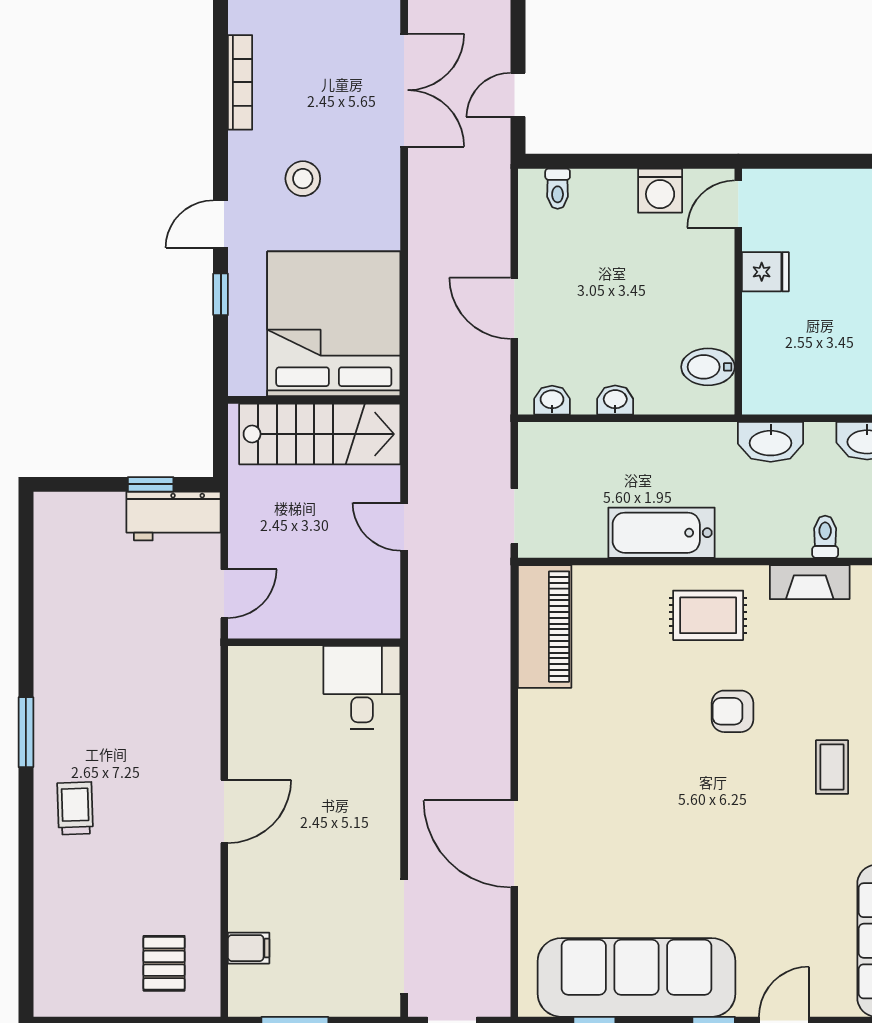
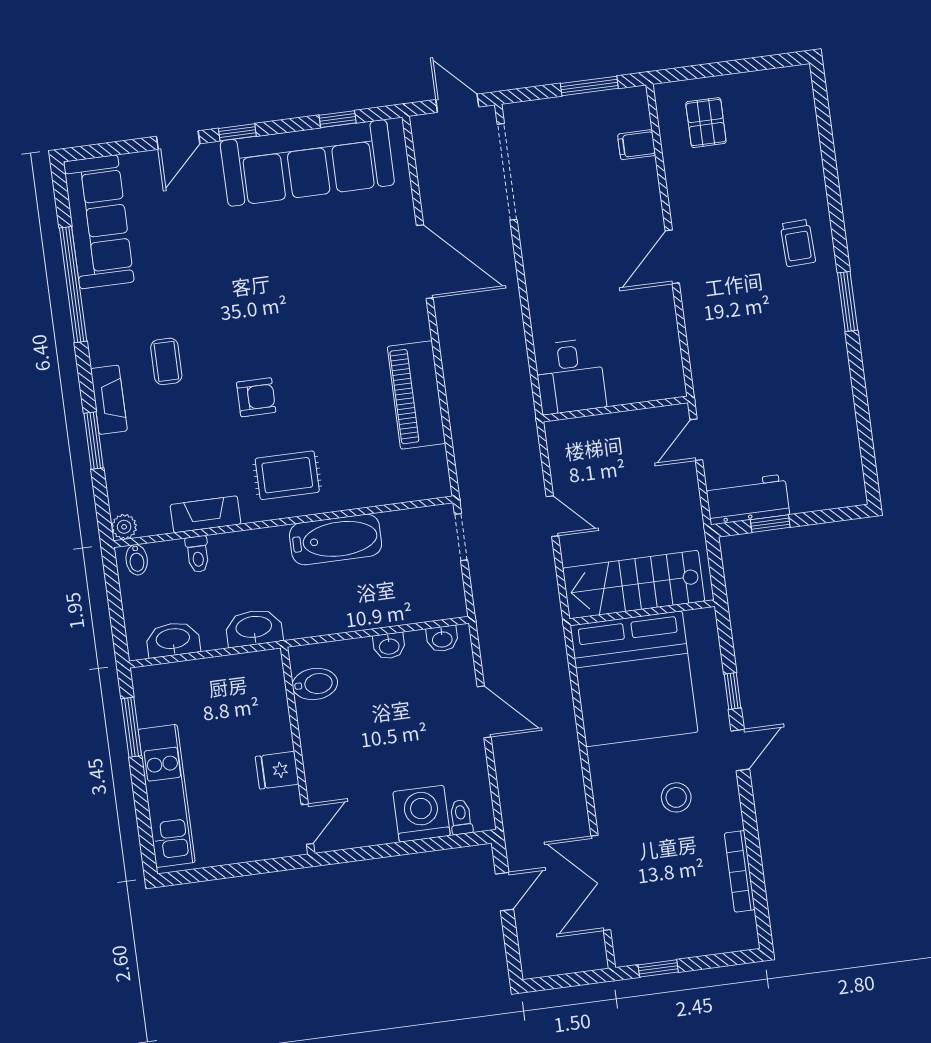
washing machine: (660, 191) -> (422, 814), moved, width x1.37, depth x1.37
piano: (545, 627) -> (416, 395), moved

